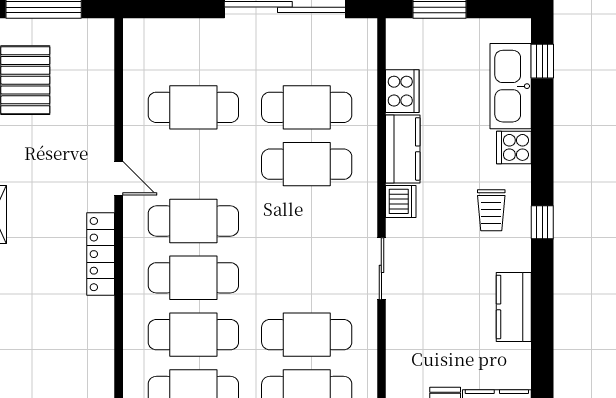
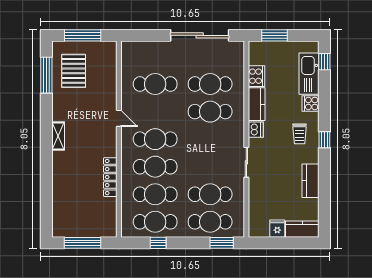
locker: (101, 254) -> (110, 177), moved

